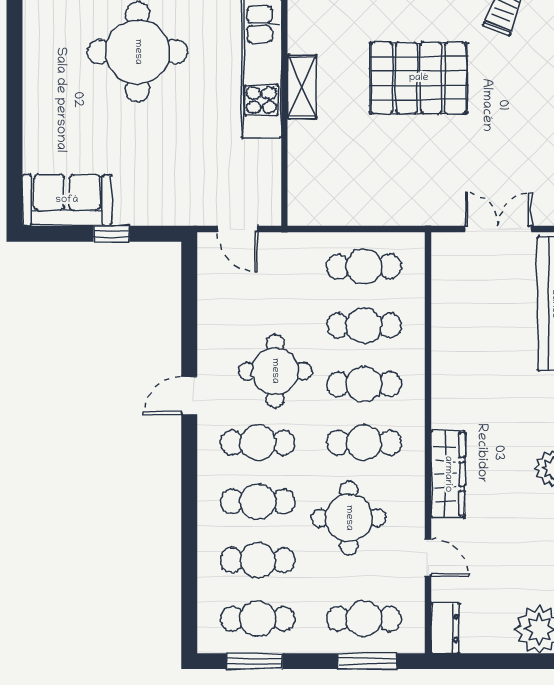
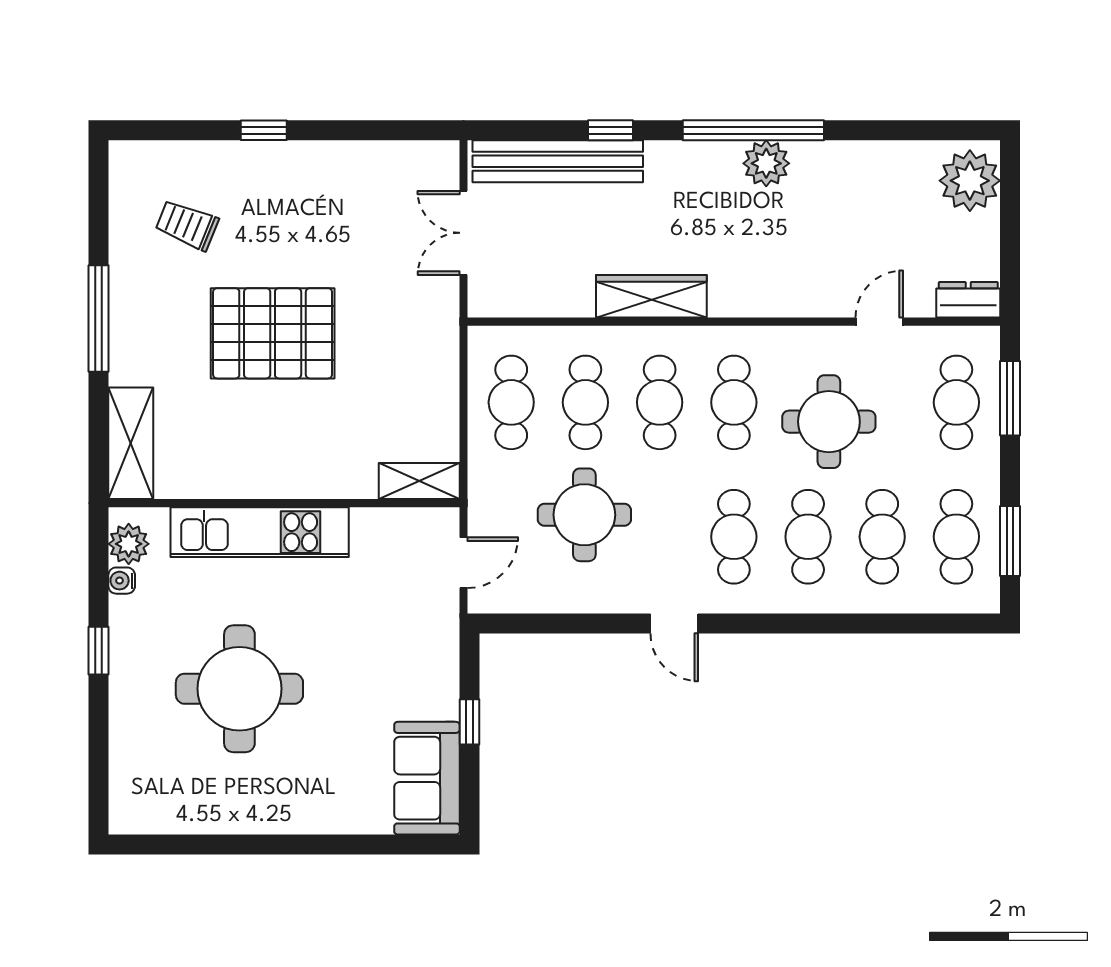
pallet: (419, 78) -> (273, 333), turned 90
shelving: (302, 87) -> (419, 481), moved
round table: (275, 371) -> (584, 515), moved
wardrobe: (448, 474) -> (651, 296), moved

